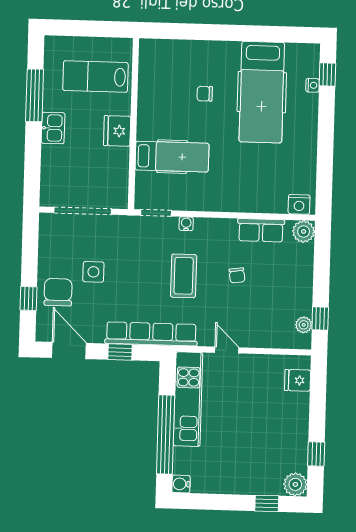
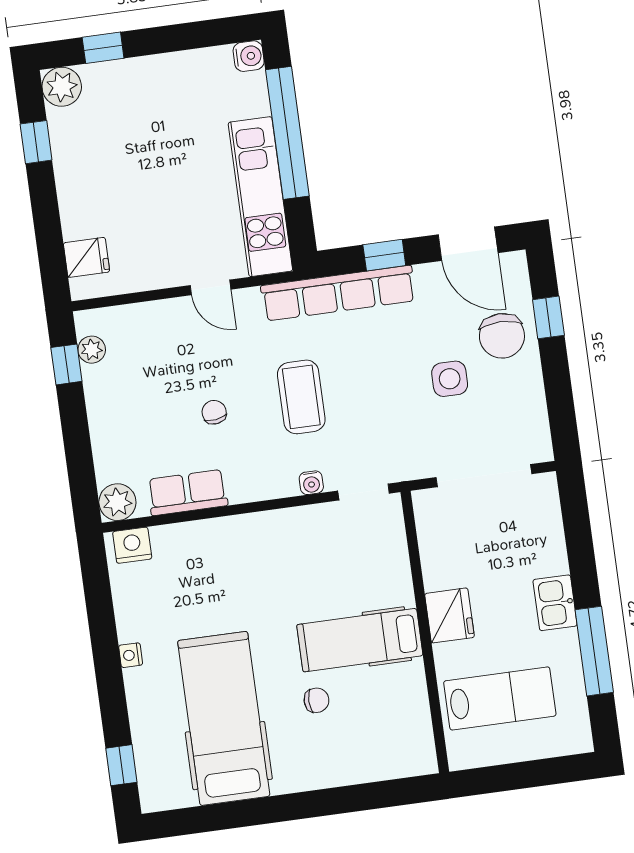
nightstand: (313, 85) -> (131, 655), moved
hospital bed: (172, 157) -> (360, 640), moved

